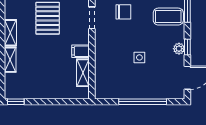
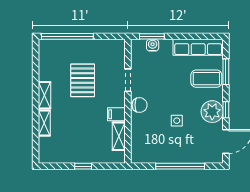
chair: (123, 12) -> (140, 105), moved
plant: (179, 49) -> (212, 112), width x1.88, depth x1.88
window: (16, 102) -> (83, 166), moved

